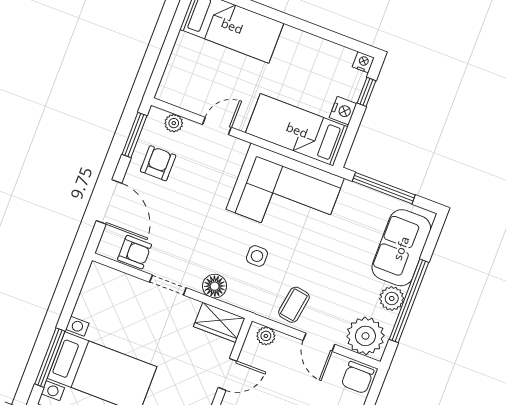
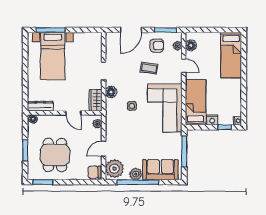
floor lamp: (183, 97) -> (191, 45), added
armchair: (135, 252) -> (113, 50), removed
coffee table: (294, 305) -> (149, 68), moved

